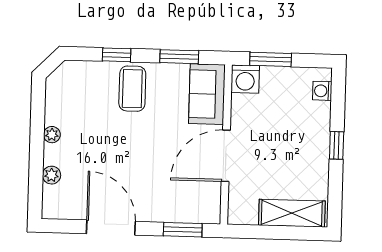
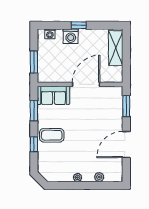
washing machine: (245, 79) -> (71, 36), moved, turned 90
door: (226, 156) -> (86, 84), swing flipped

